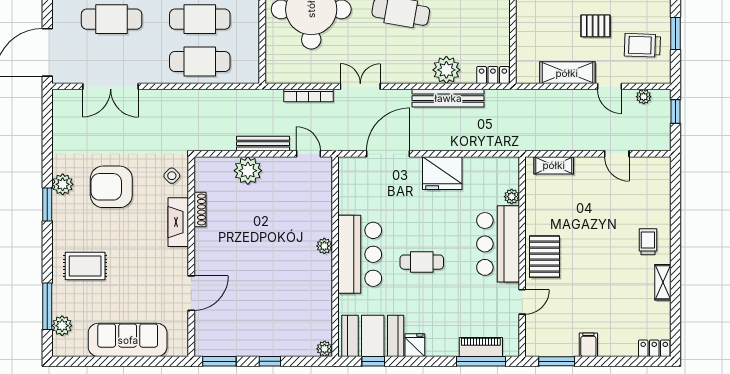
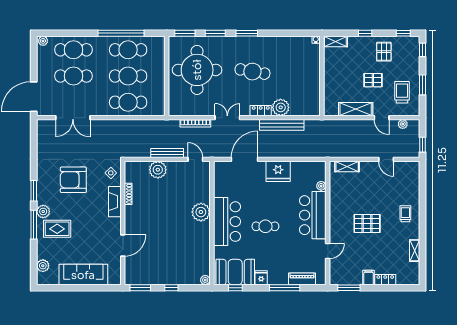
trolley: (642, 45) -> (402, 92), turned 88
locker: (493, 75) -> (261, 111), moved
window: (675, 111) -> (422, 145), moved
plant: (63, 184) -> (43, 211), moved
plant: (324, 246) -> (201, 212), width x1.88, depth x1.88
pallet: (544, 257) -> (367, 224), moved, turned 90
shelving: (663, 282) -> (415, 251), moved
window: (47, 306) -> (34, 225), moved
locker: (654, 348) -> (385, 280), moved
window: (481, 361) -> (285, 288), moved

